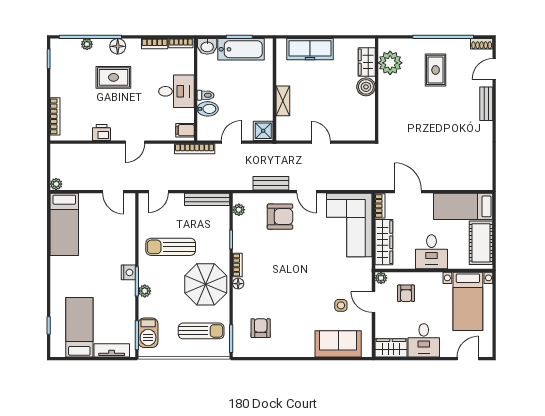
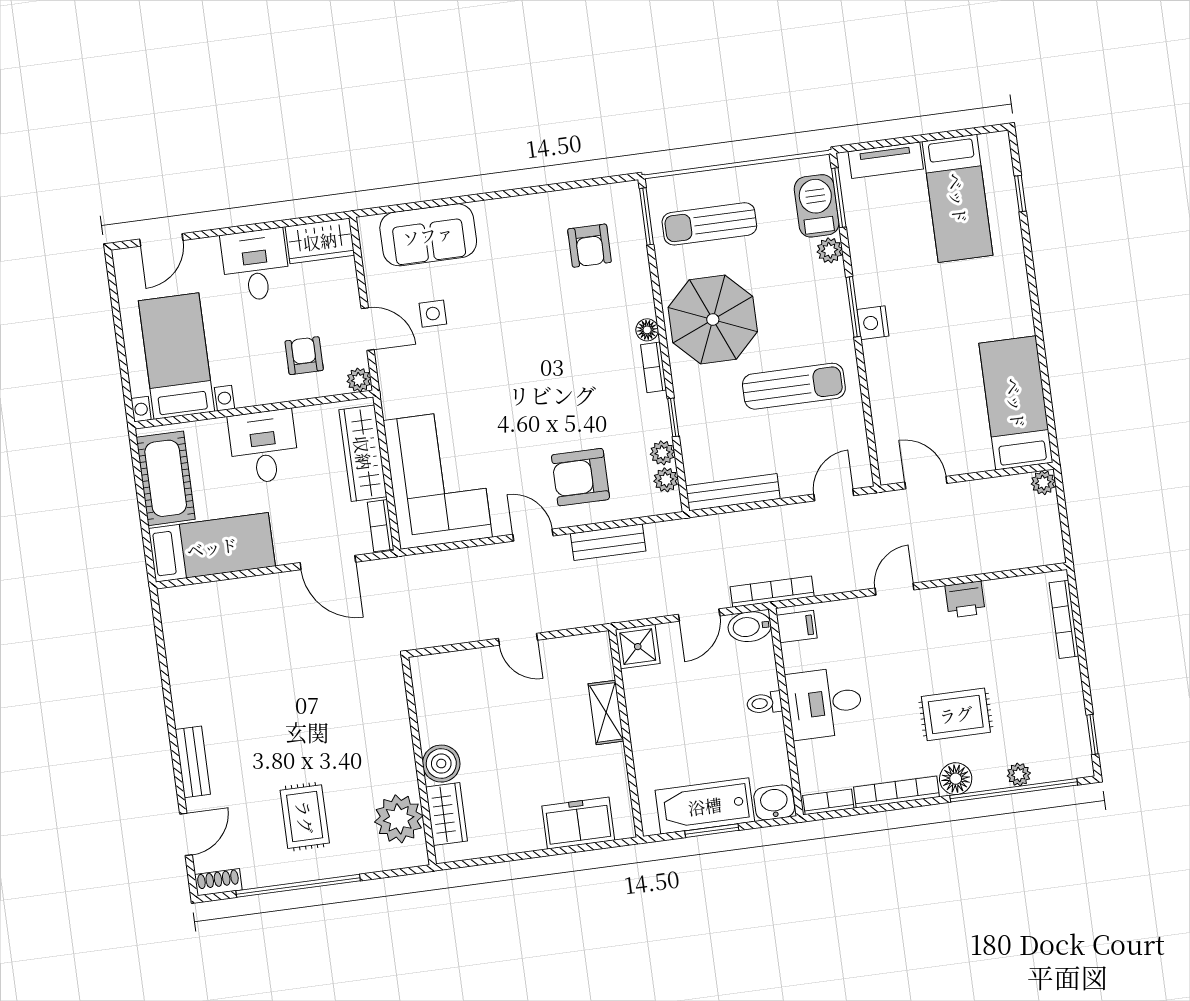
bookcase: (155, 44) -> (896, 792), width x1.56
freezer: (310, 49) -> (578, 823), width x0.71
bidet: (208, 109) -> (750, 627), moved
plant: (239, 223) -> (662, 453), added
plant: (145, 291) -> (830, 250), moved

